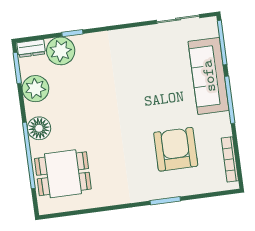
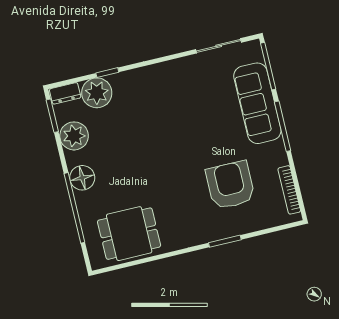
dining table: (63, 174) -> (129, 234), moved

